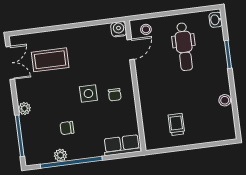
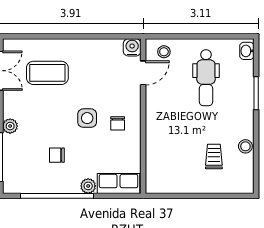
trolley: (176, 124) -> (214, 157), moved
plant: (60, 155) -> (88, 186), moved

